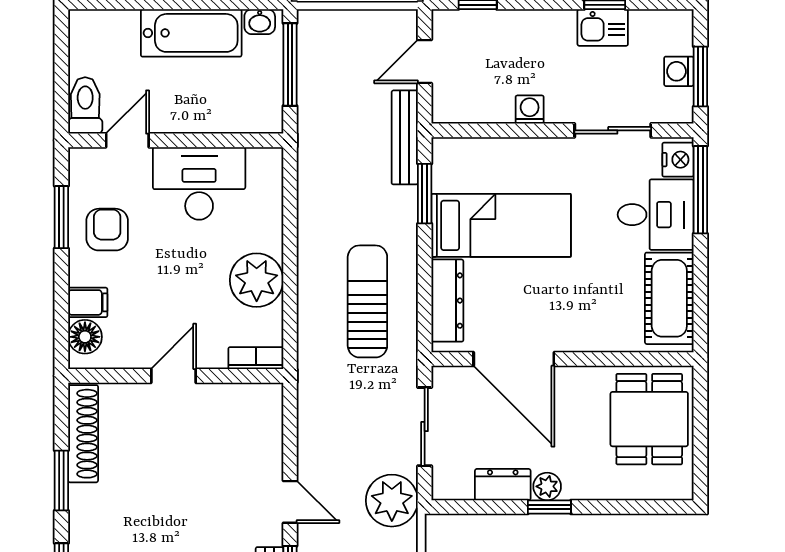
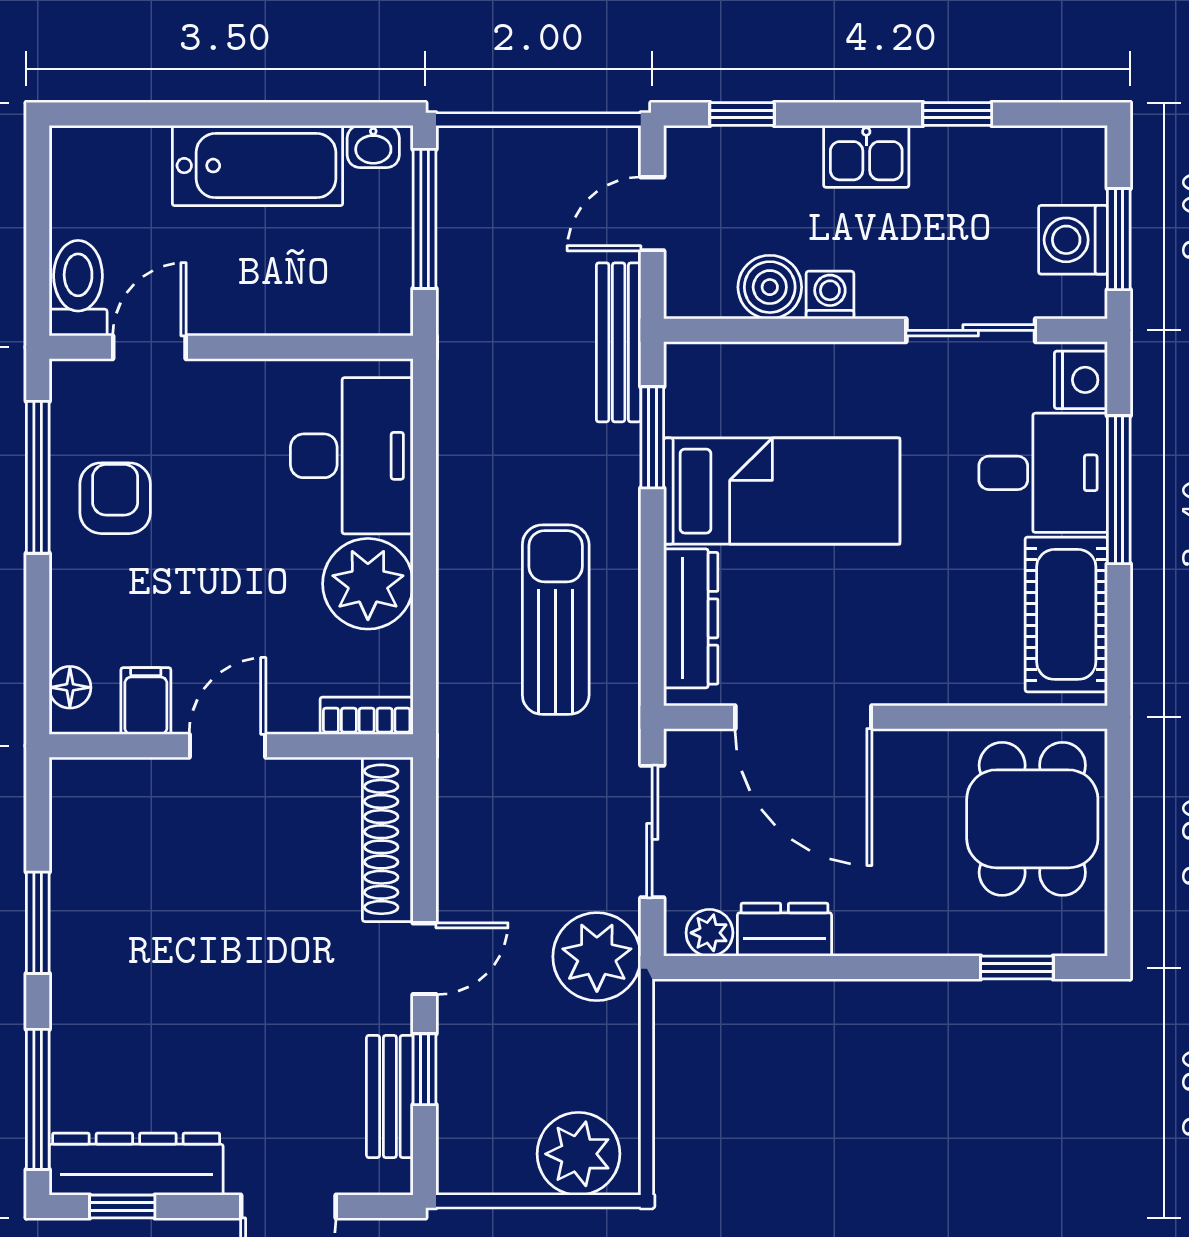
kitchen sink: (603, 28) -> (866, 156), moved
washing machine: (679, 71) -> (1073, 240), width x1.38, depth x1.38
boiler: (494, 105) -> (770, 287), added
desk: (199, 183) -> (352, 456), moved, turned 90
window: (700, 190) -> (1119, 490), moved
window: (61, 217) -> (38, 477), width x1.44
filing cabinet: (88, 302) -> (146, 701), moved, turned -90
floor lamp: (85, 337) -> (70, 687), width x0.73, depth x0.73
shoe rack: (83, 434) -> (388, 839), moved, turned 180
plant: (547, 486) -> (709, 933), moved
door: (290, 502) -> (425, 959), hinge flipped
window: (549, 507) -> (1017, 968), moved

